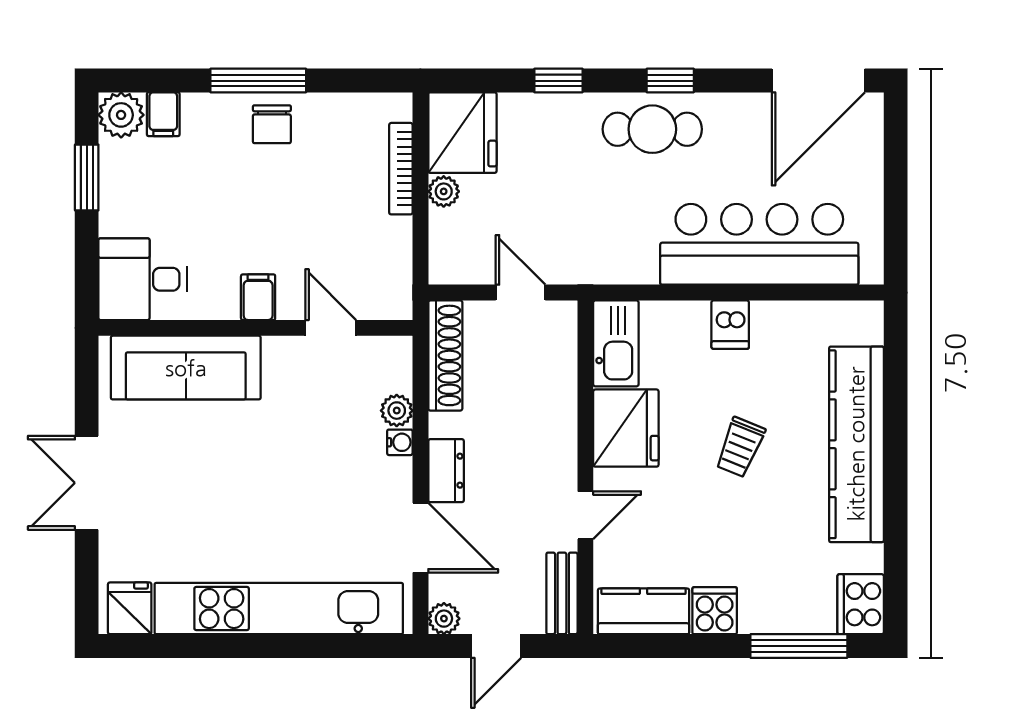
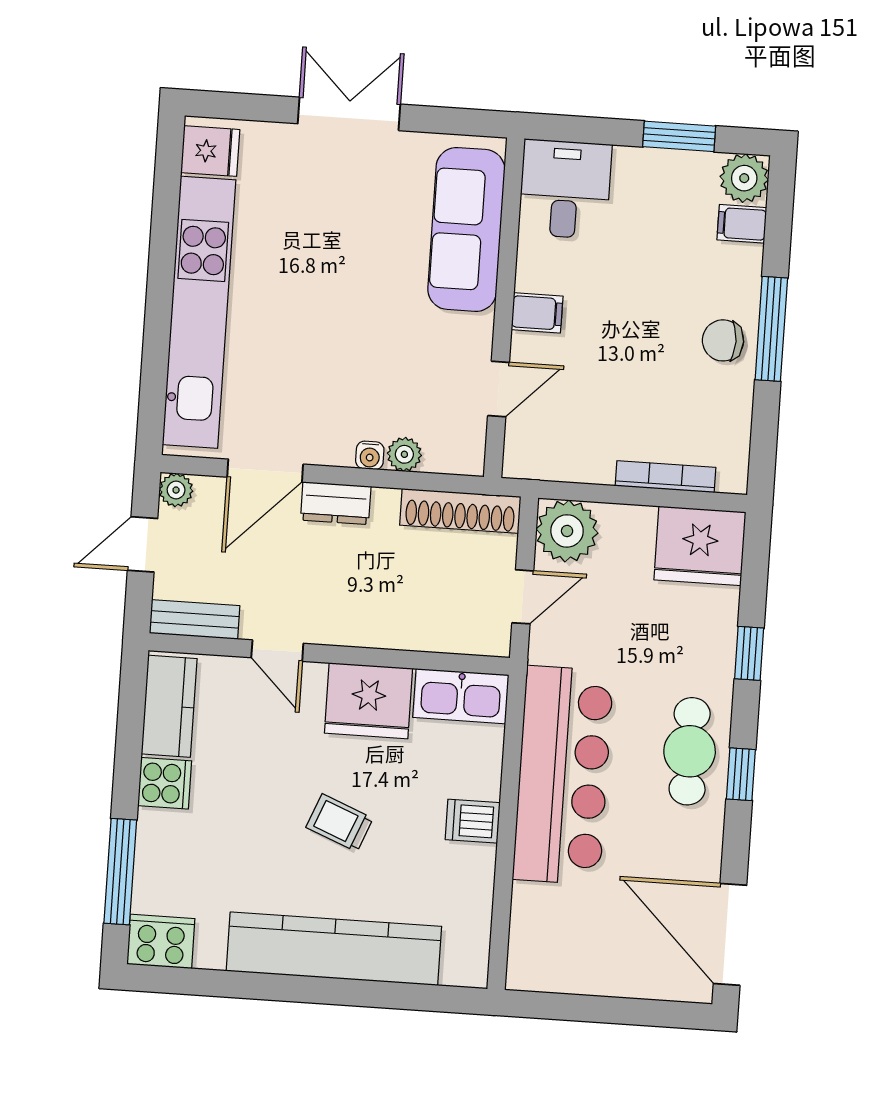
plant: (444, 191) -> (567, 531), moved, width x1.87, depth x1.87
bar counter: (759, 244) -> (563, 775), moved
door: (496, 646) -> (143, 544), hinge flipped

